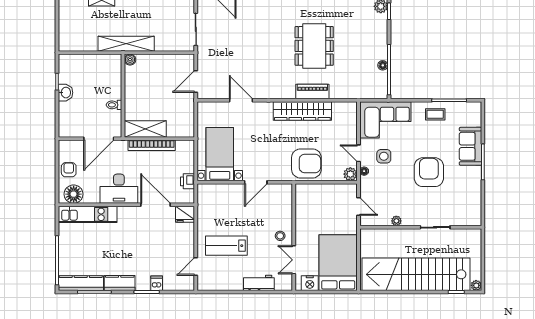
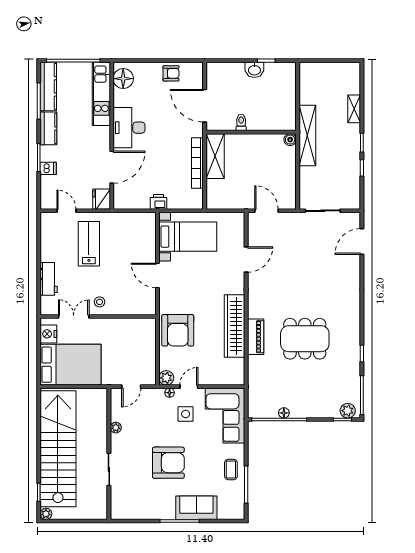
desk: (119, 189) -> (129, 128), moved
floor lamp: (74, 194) -> (123, 79), moved
wall: (126, 205) -> (112, 136), moved
door: (155, 205) -> (112, 167), moved
kitchen unit: (88, 214) -> (101, 94), moved
fridge: (185, 214) -> (102, 199), moved

